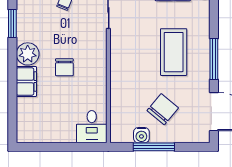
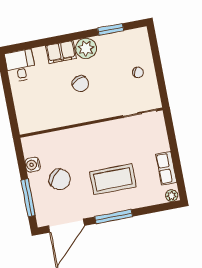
chair: (64, 67) -> (80, 84), turned -112
desk: (92, 127) -> (20, 66), moved, turned 90
window: (154, 147) -> (28, 198), moved

